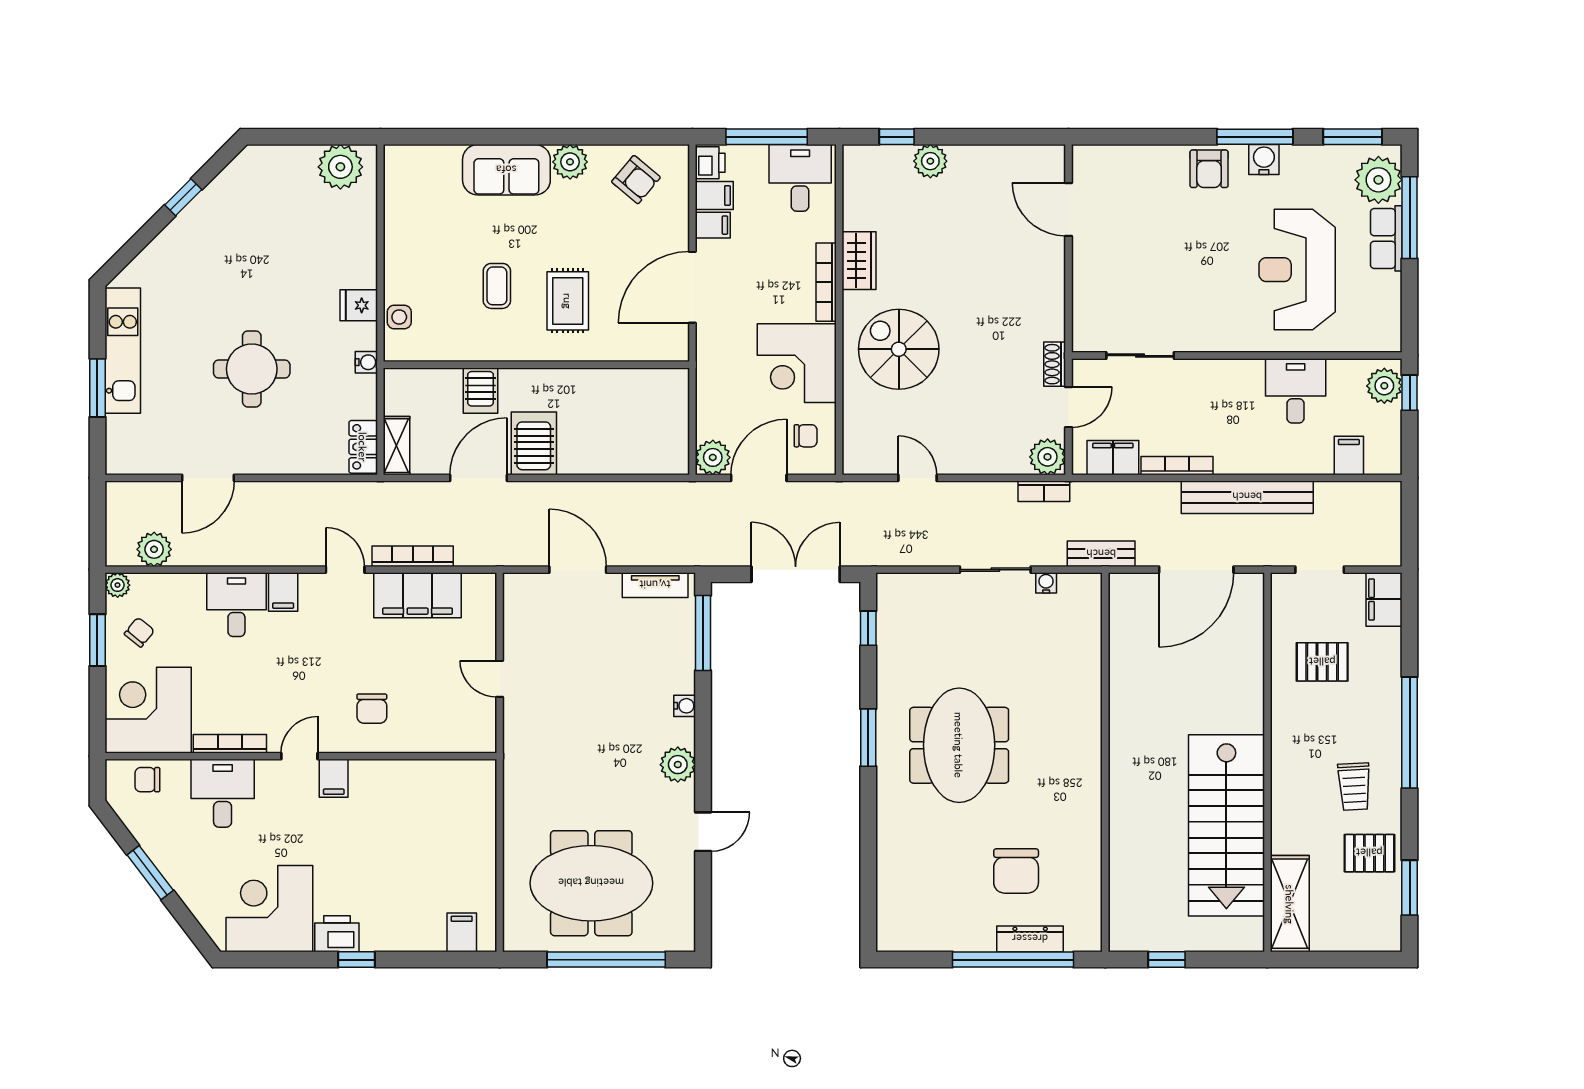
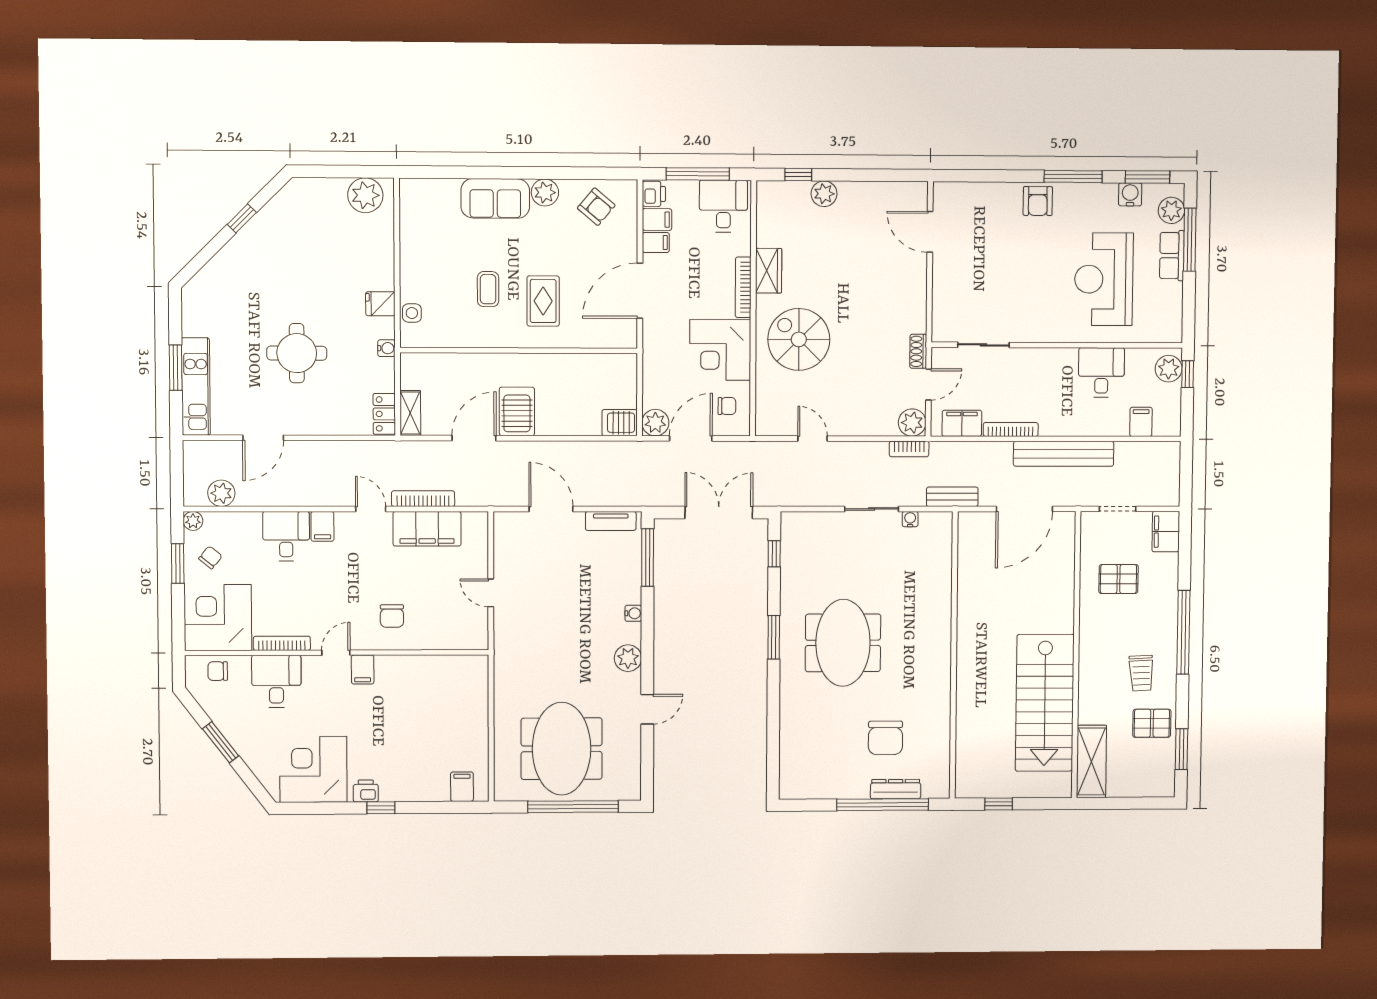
water cooler: (1264, 159) -> (1130, 194), moved
plant: (1378, 180) -> (1171, 210), width x0.73, depth x0.73
kitchen unit: (123, 351) -> (196, 387), moved
server rack: (481, 391) -> (620, 423), moved, turned 90
meeting table: (591, 883) -> (562, 749), turned 90
printer: (337, 934) -> (366, 791), width x0.73, depth x0.81

